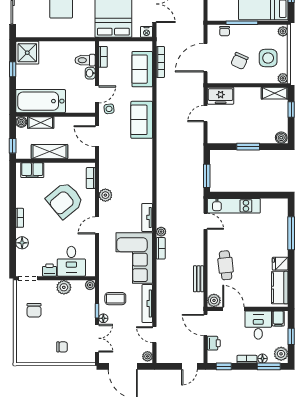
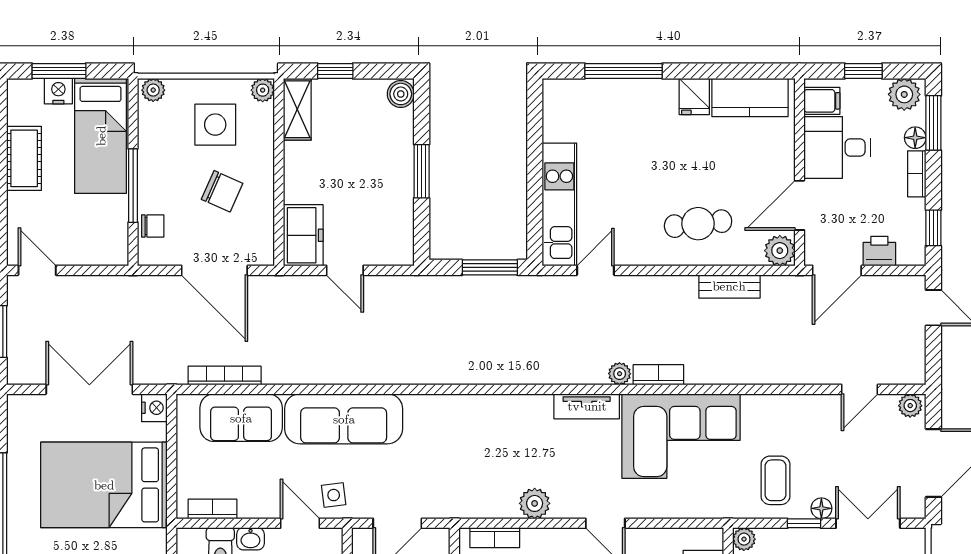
sofa: (142, 120) -> (344, 419), width x1.36
tv unit: (147, 303) -> (787, 406), removed

